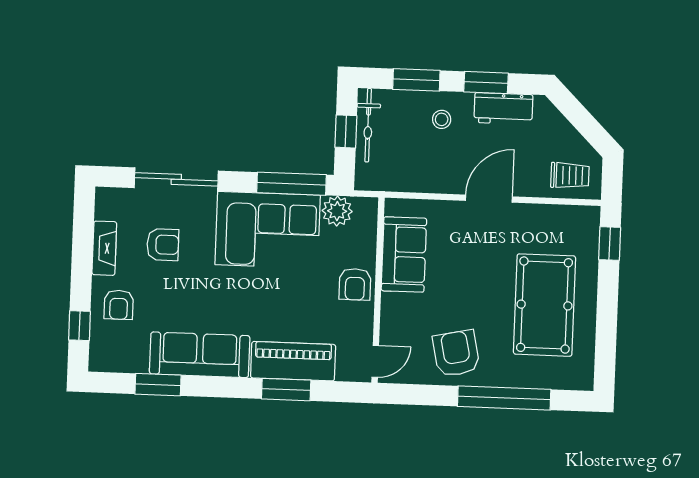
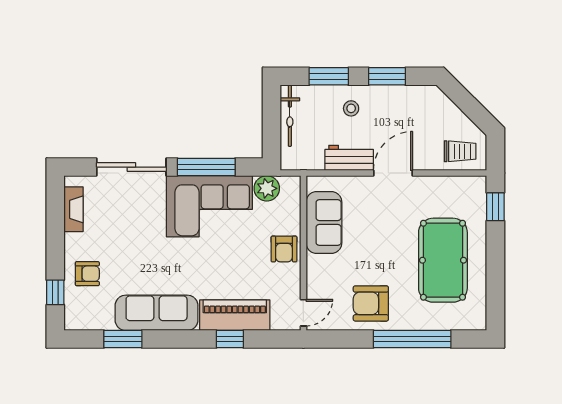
workbench: (503, 109) -> (349, 158), moved, turned 180
window: (346, 131) -> (271, 122), removed
window: (292, 184) -> (206, 167), moved
armchair: (163, 245) -> (122, 222), removed
fireplace: (104, 248) -> (73, 209), moved
armchair: (119, 305) -> (87, 274), turned -90
armchair: (456, 353) -> (371, 303), turned -78
window: (286, 390) -> (230, 339), width x0.67

